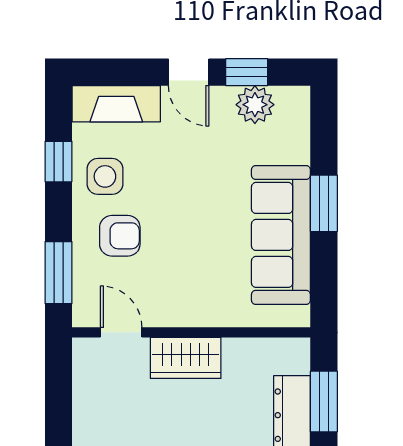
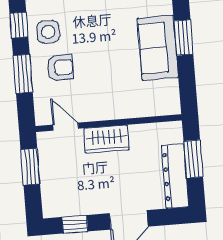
sofa: (281, 235) -> (158, 48), width x0.73
window: (59, 273) -> (23, 74), moved
window: (59, 393) -> (30, 167), added

